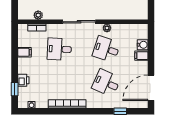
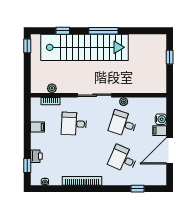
door: (151, 88) -> (170, 151), moved

